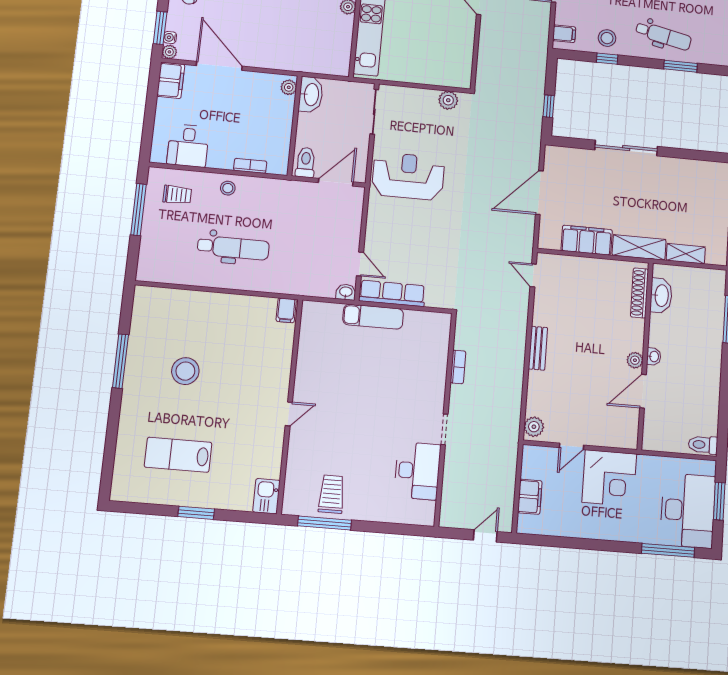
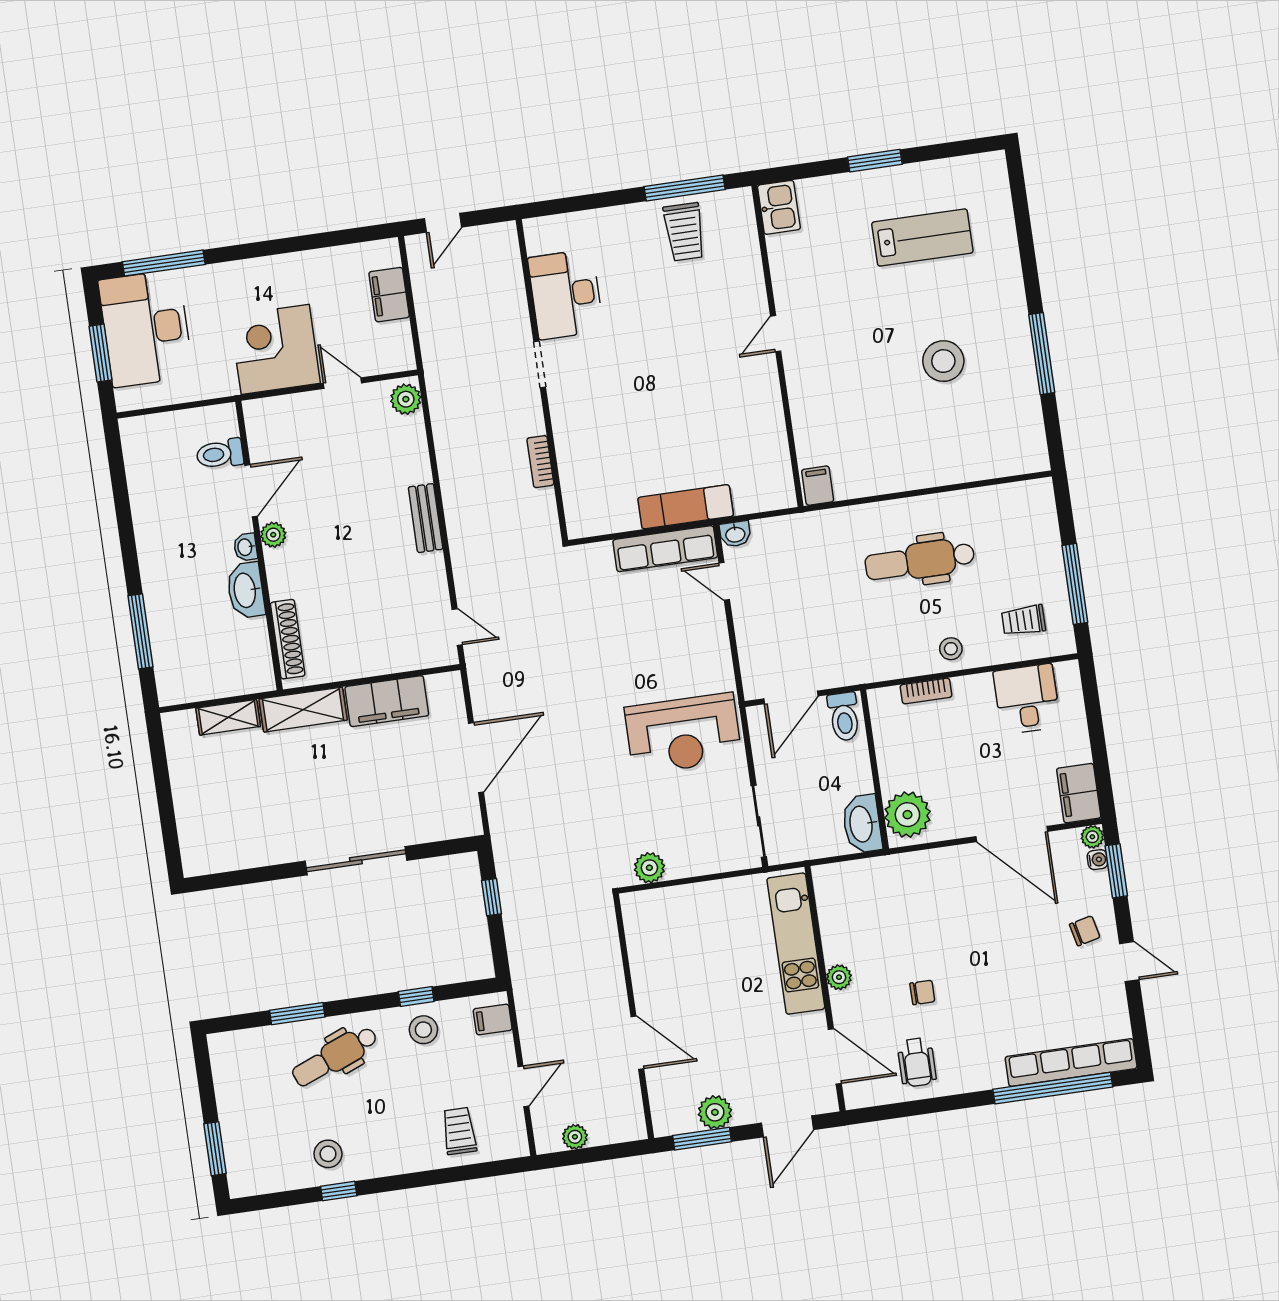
dental chair: (663, 36) -> (335, 1056), turned -34
plant: (289, 87) -> (907, 815), width x1.88, depth x1.88
washbasin: (661, 296) -> (246, 590), moved
toilet: (703, 445) -> (220, 454), moved, turned 180
door: (571, 446) -> (343, 383), hinge flipped

